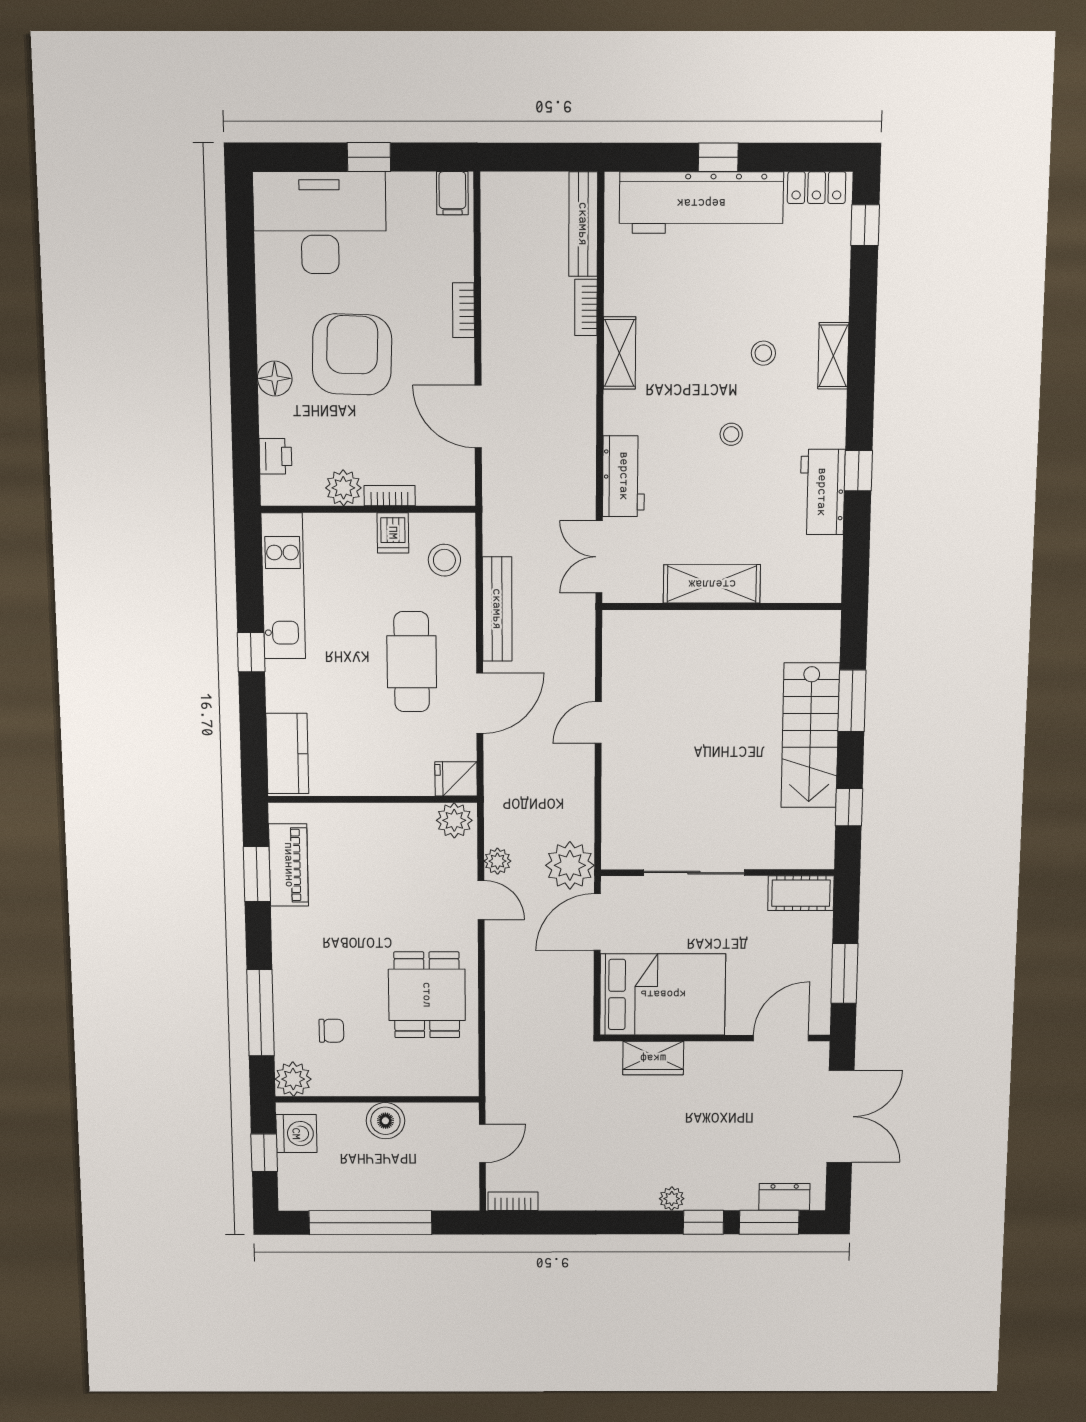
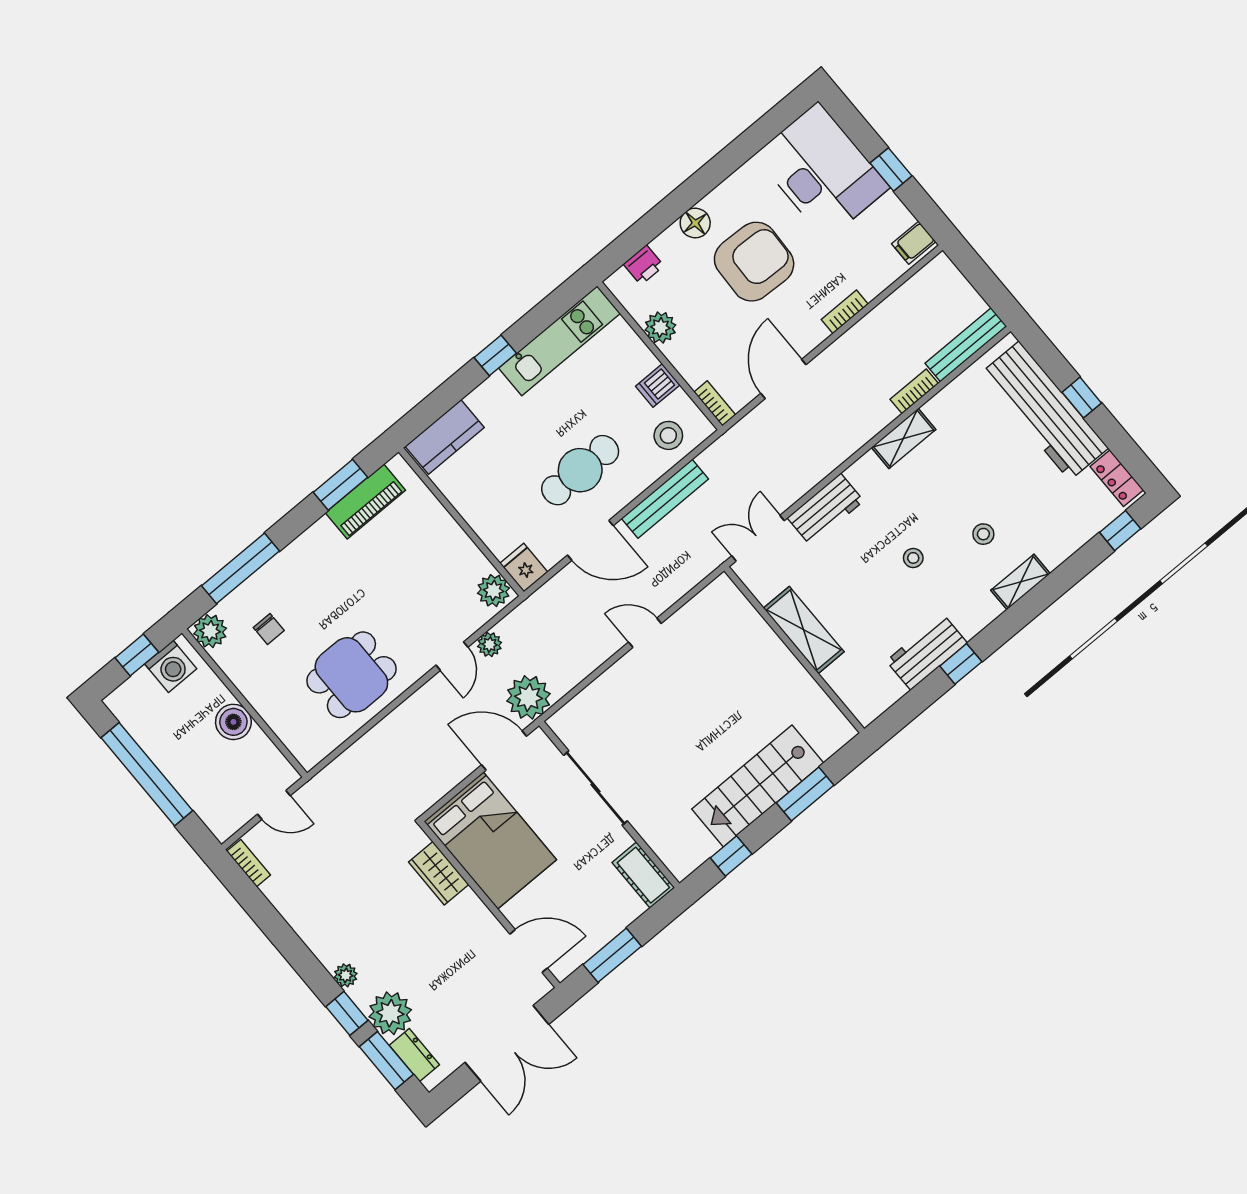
bookcase: (390, 496) -> (715, 403), moved
plant: (734, 1189) -> (390, 1013), added

